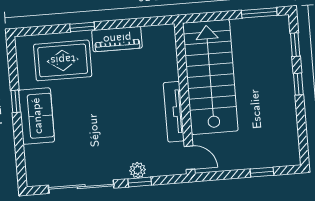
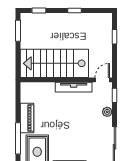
window: (82, 27) -> (18, 138), width x2.17
window: (298, 84) -> (74, 10), moved
window: (140, 182) -> (114, 95), moved

